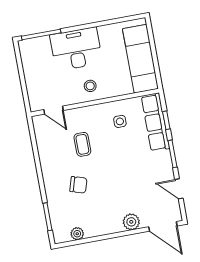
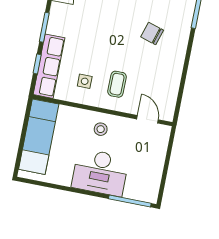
coffee table: (82, 144) -> (117, 84), moved

